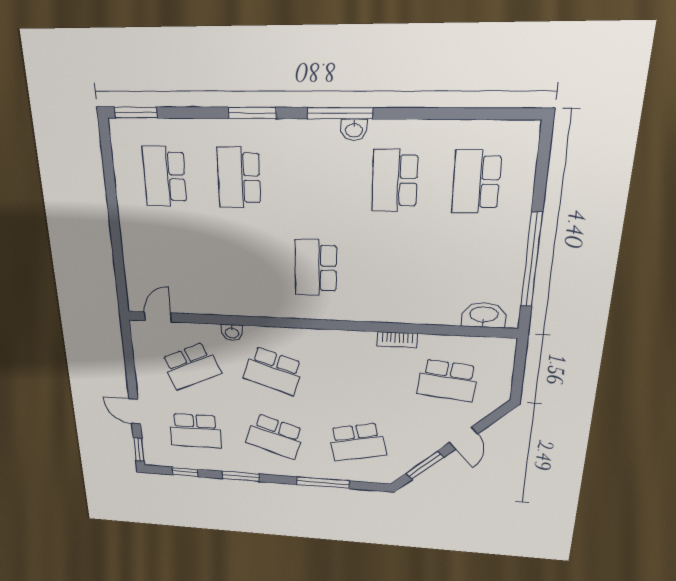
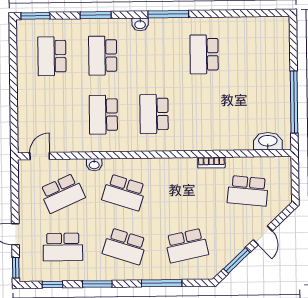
window: (252, 113) -> (96, 15), moved
washbasin: (354, 130) -> (140, 24), moved
school desk: (476, 182) -> (103, 115), moved

